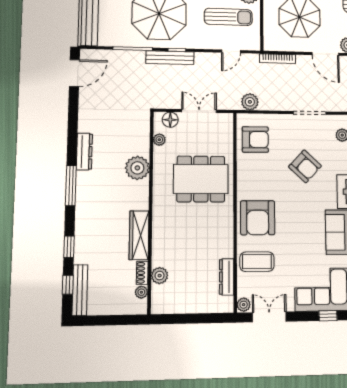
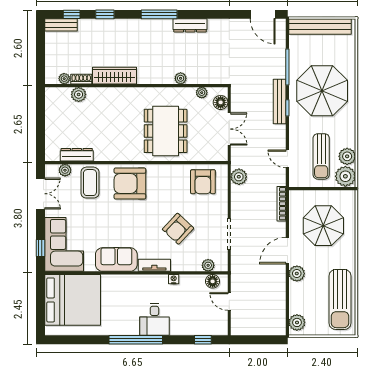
plant: (137, 168) -> (181, 78), width x0.53, depth x0.53
bench: (80, 290) -> (61, 25), width x0.73
plant: (244, 305) -> (65, 170), moved

